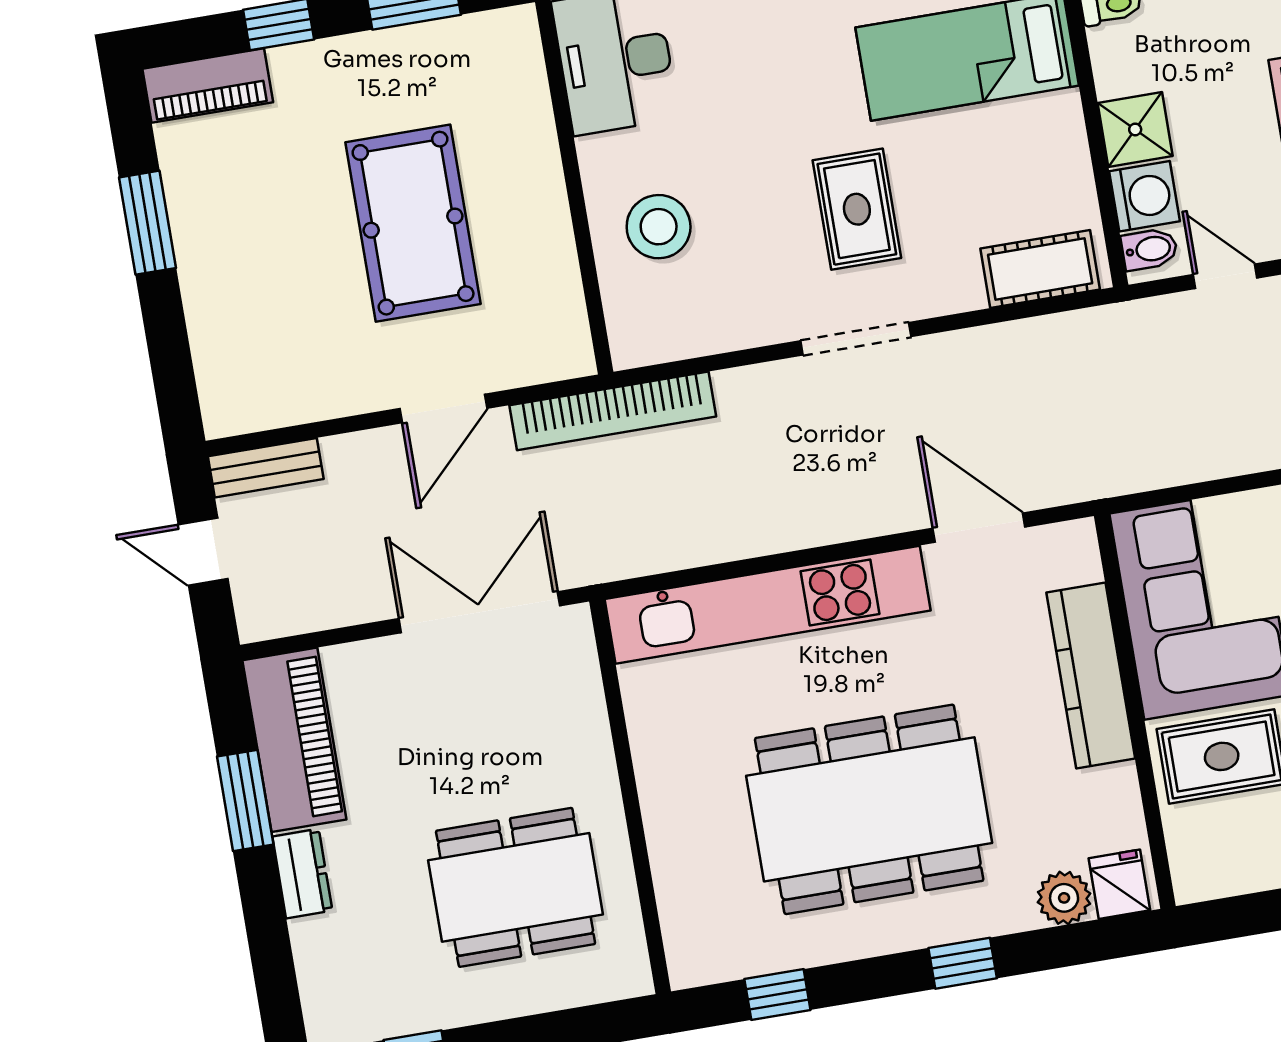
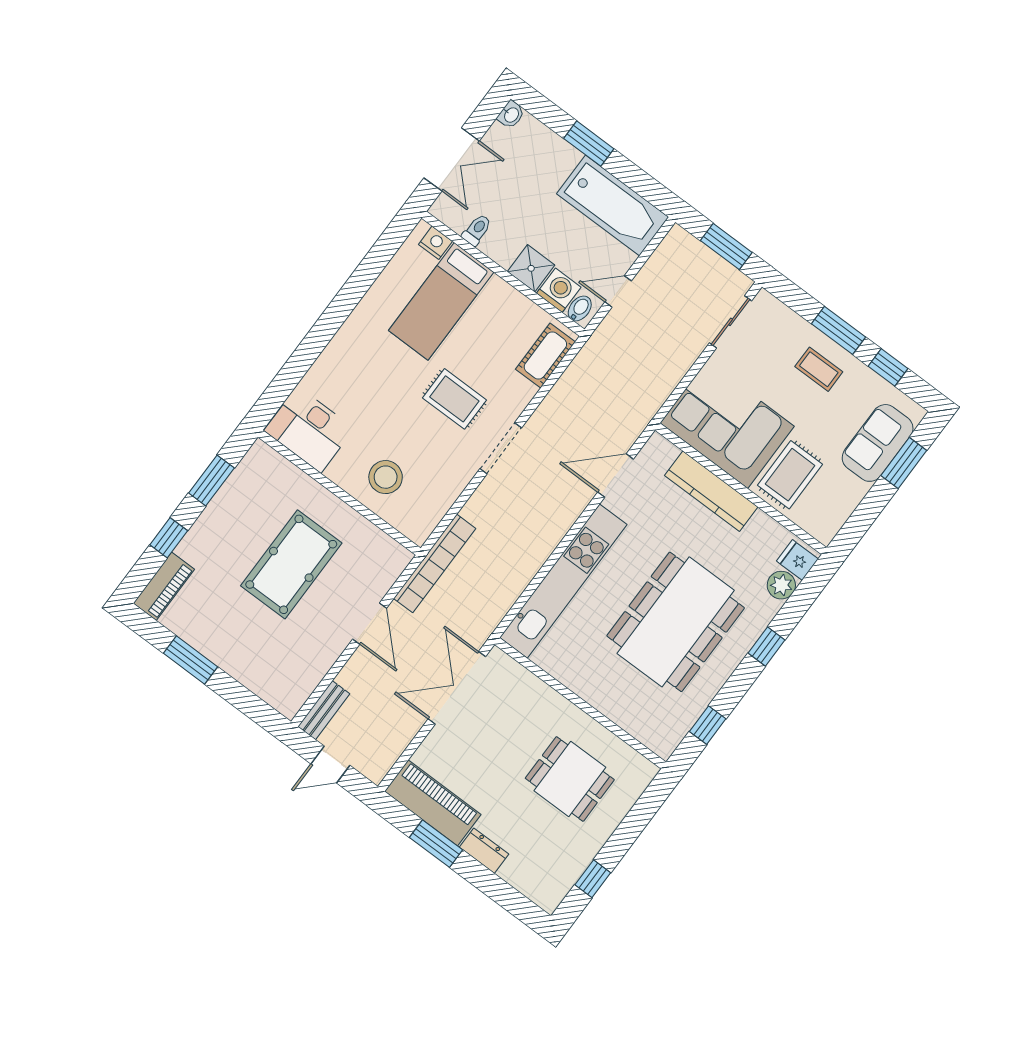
pool table: (413, 223) -> (291, 564), turned 90
dining table: (516, 887) -> (570, 779), width x0.73

